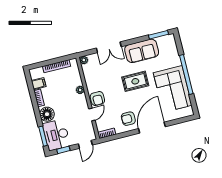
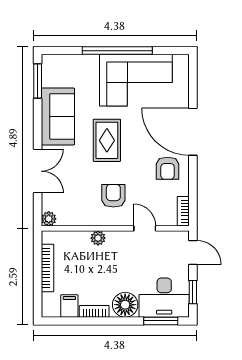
armchair: (97, 99) -> (113, 196), moved, turned -90

